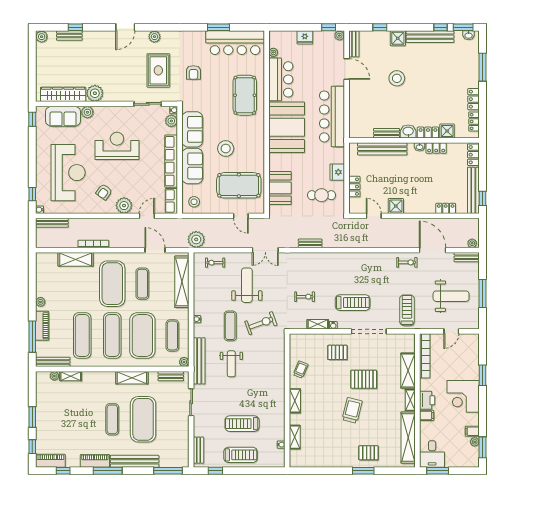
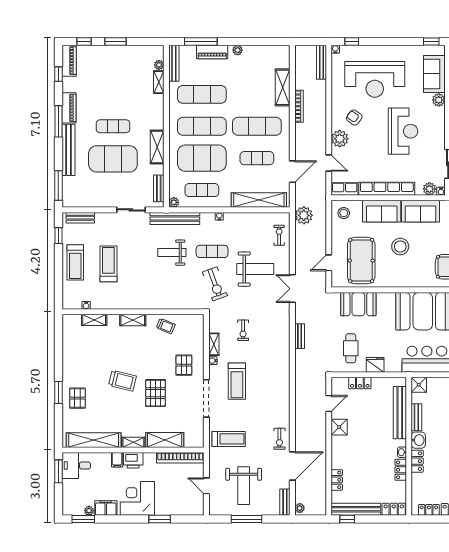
shower: (447, 131) -> (419, 385), moved
exercise mat: (112, 284) -> (257, 126), width x0.68
filing cabinet: (472, 431) -> (106, 508), width x2.00

